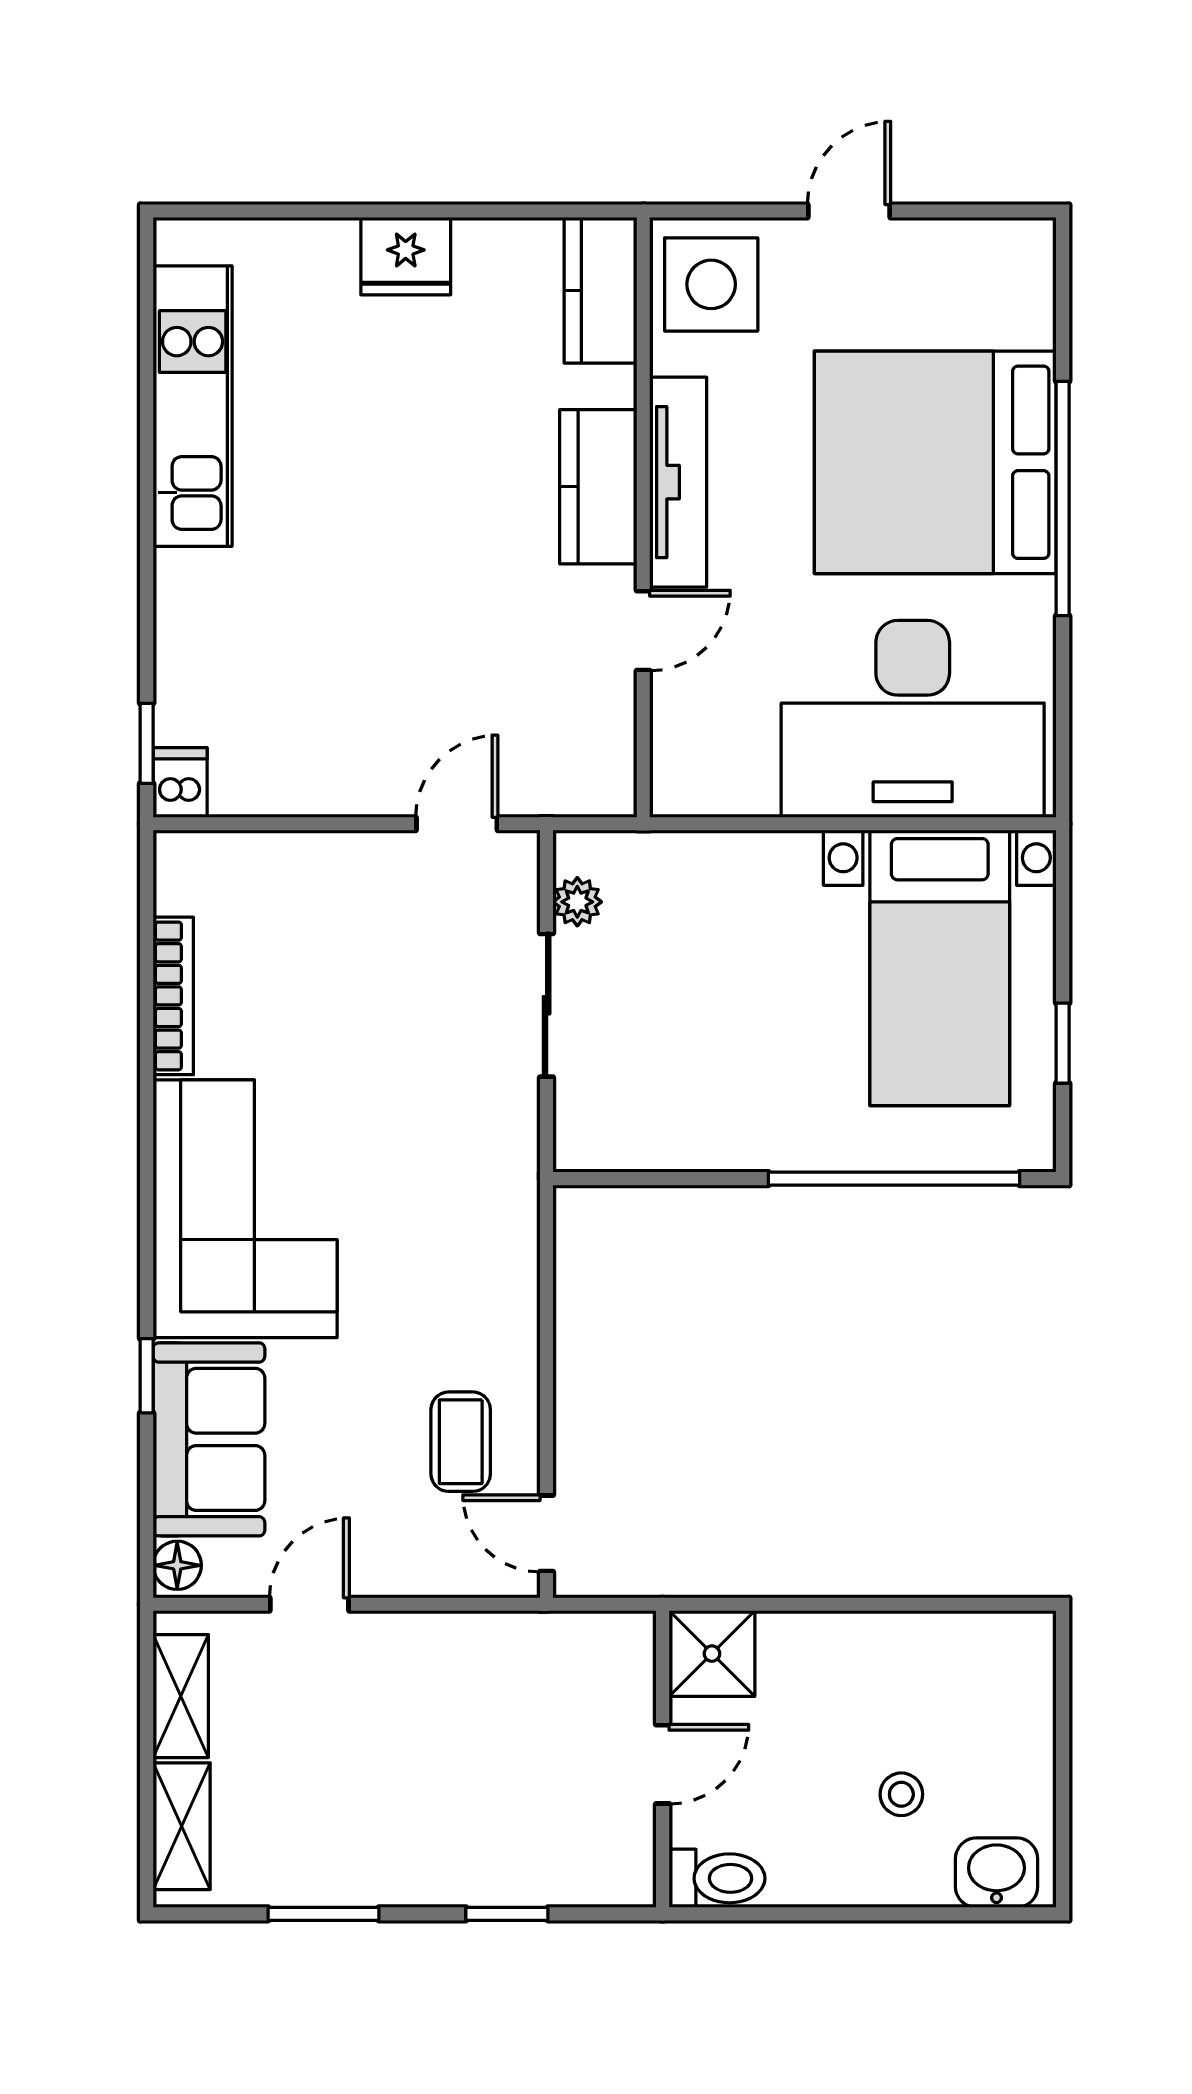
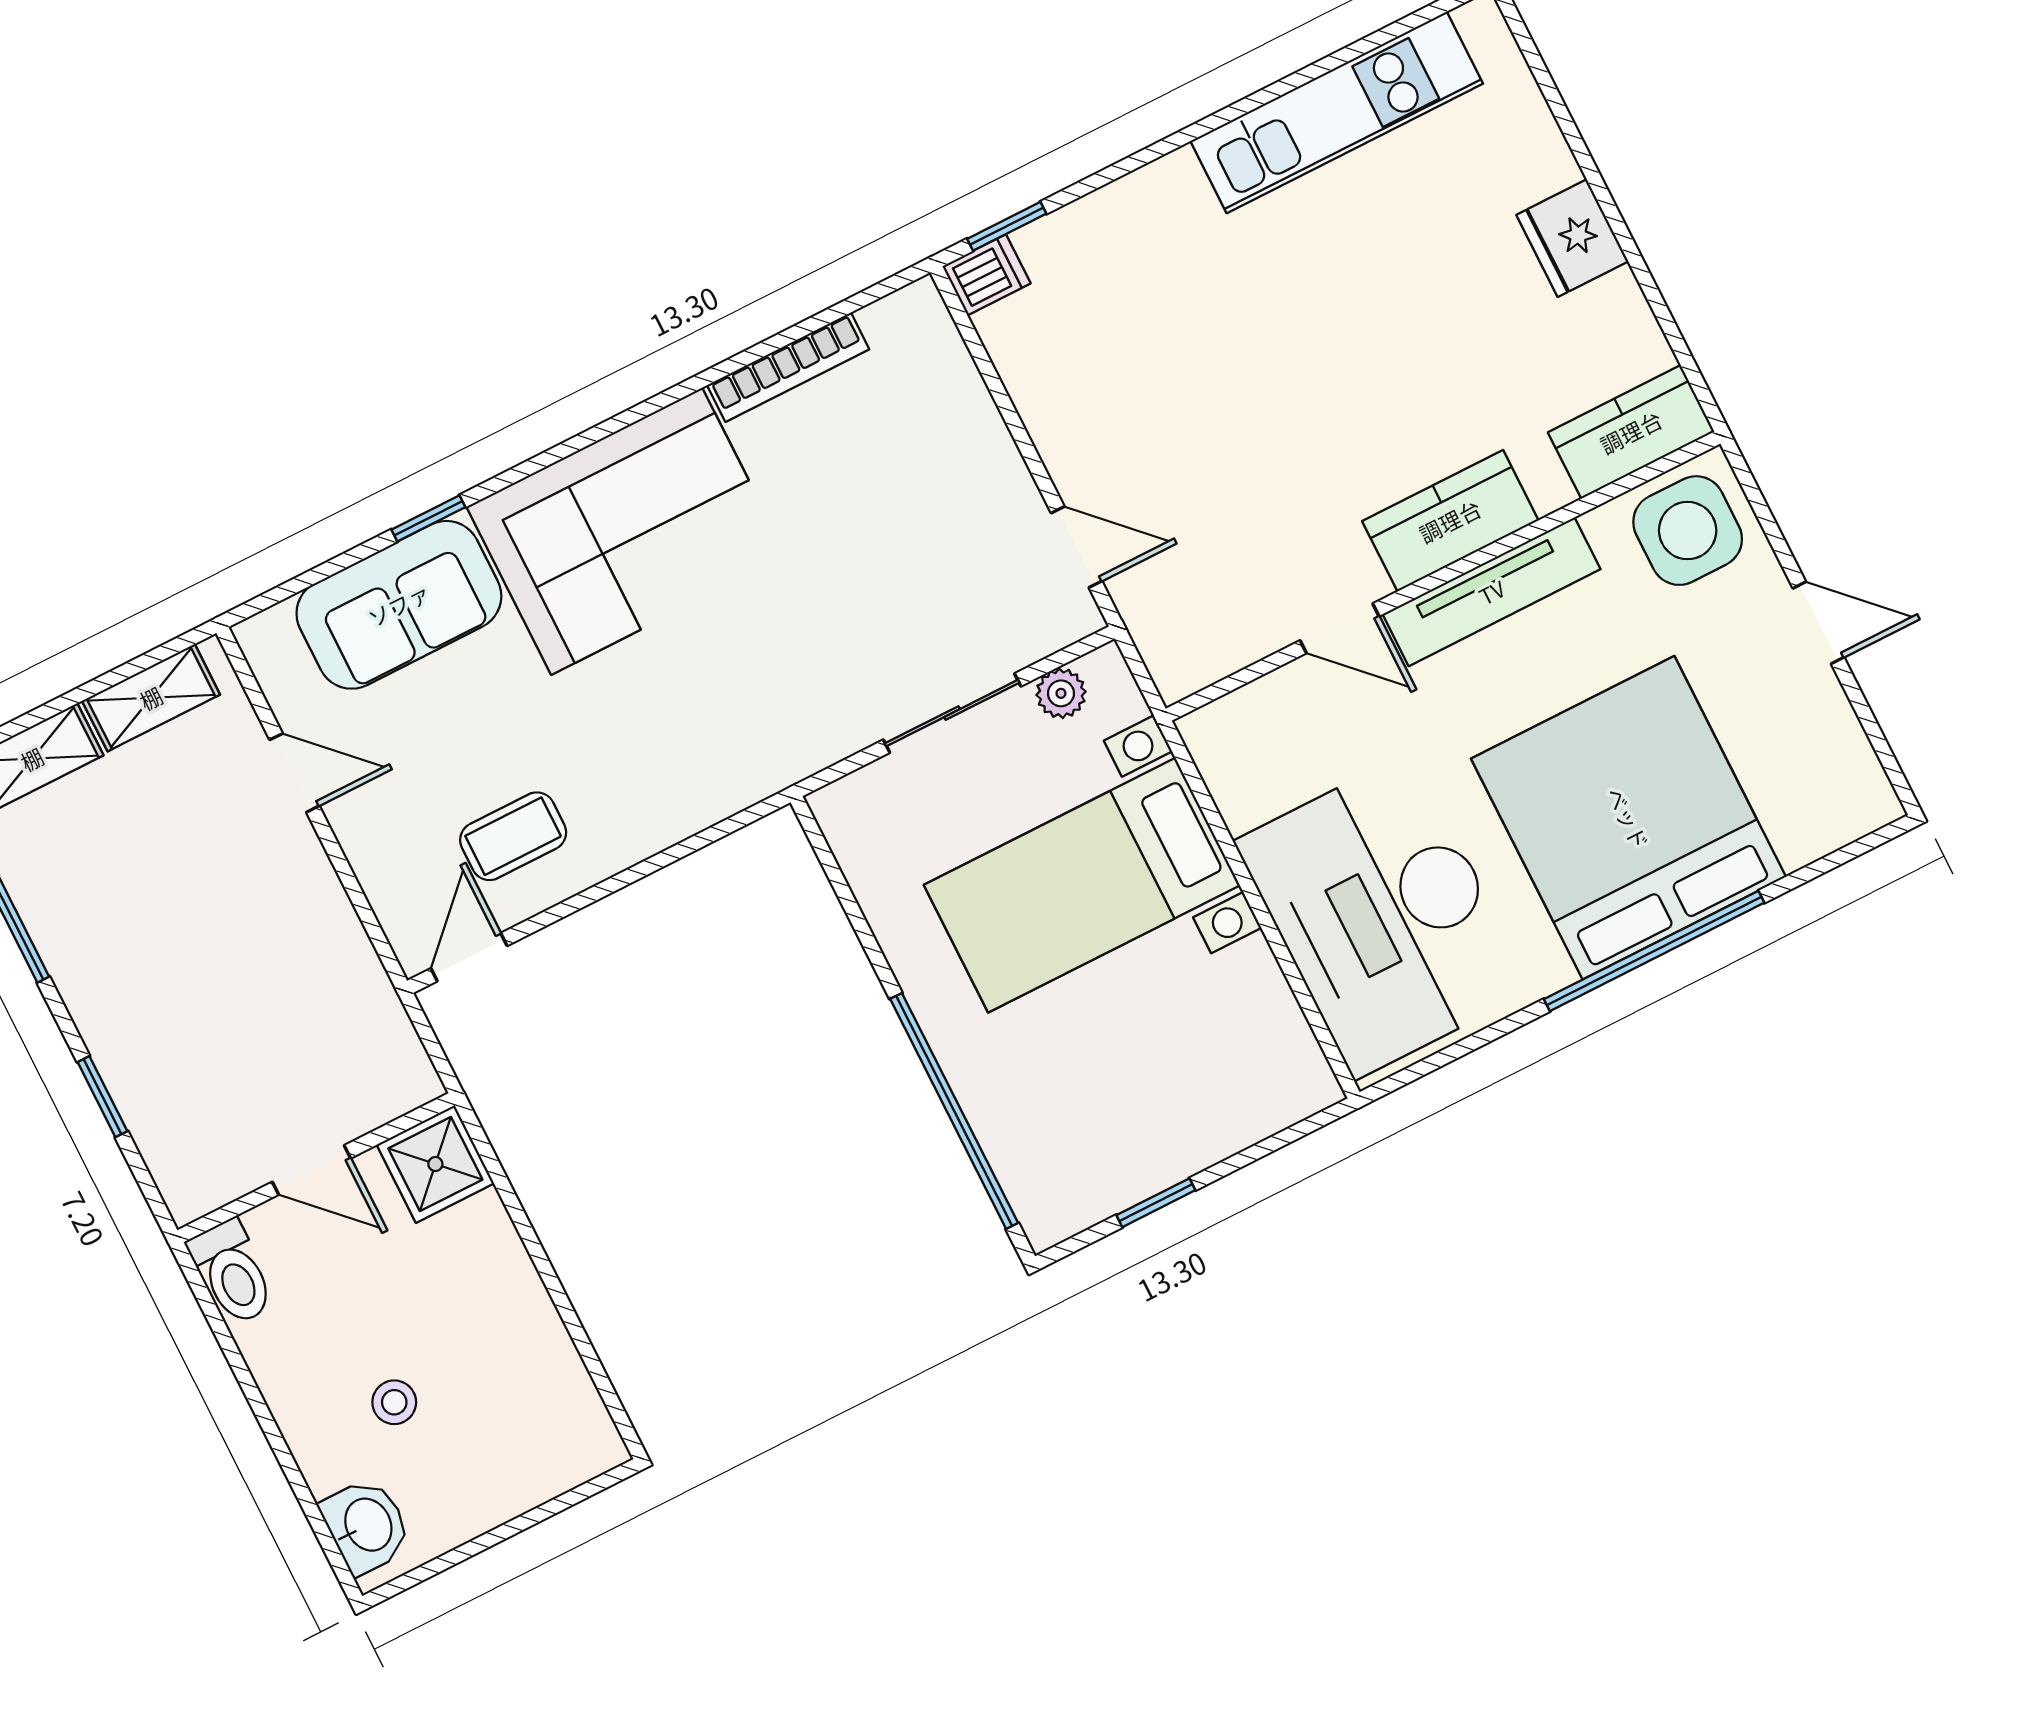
bed with nightstands: (940, 968) -> (1082, 885), moved
floor lamp: (177, 1565) -> (269, 634), removed

